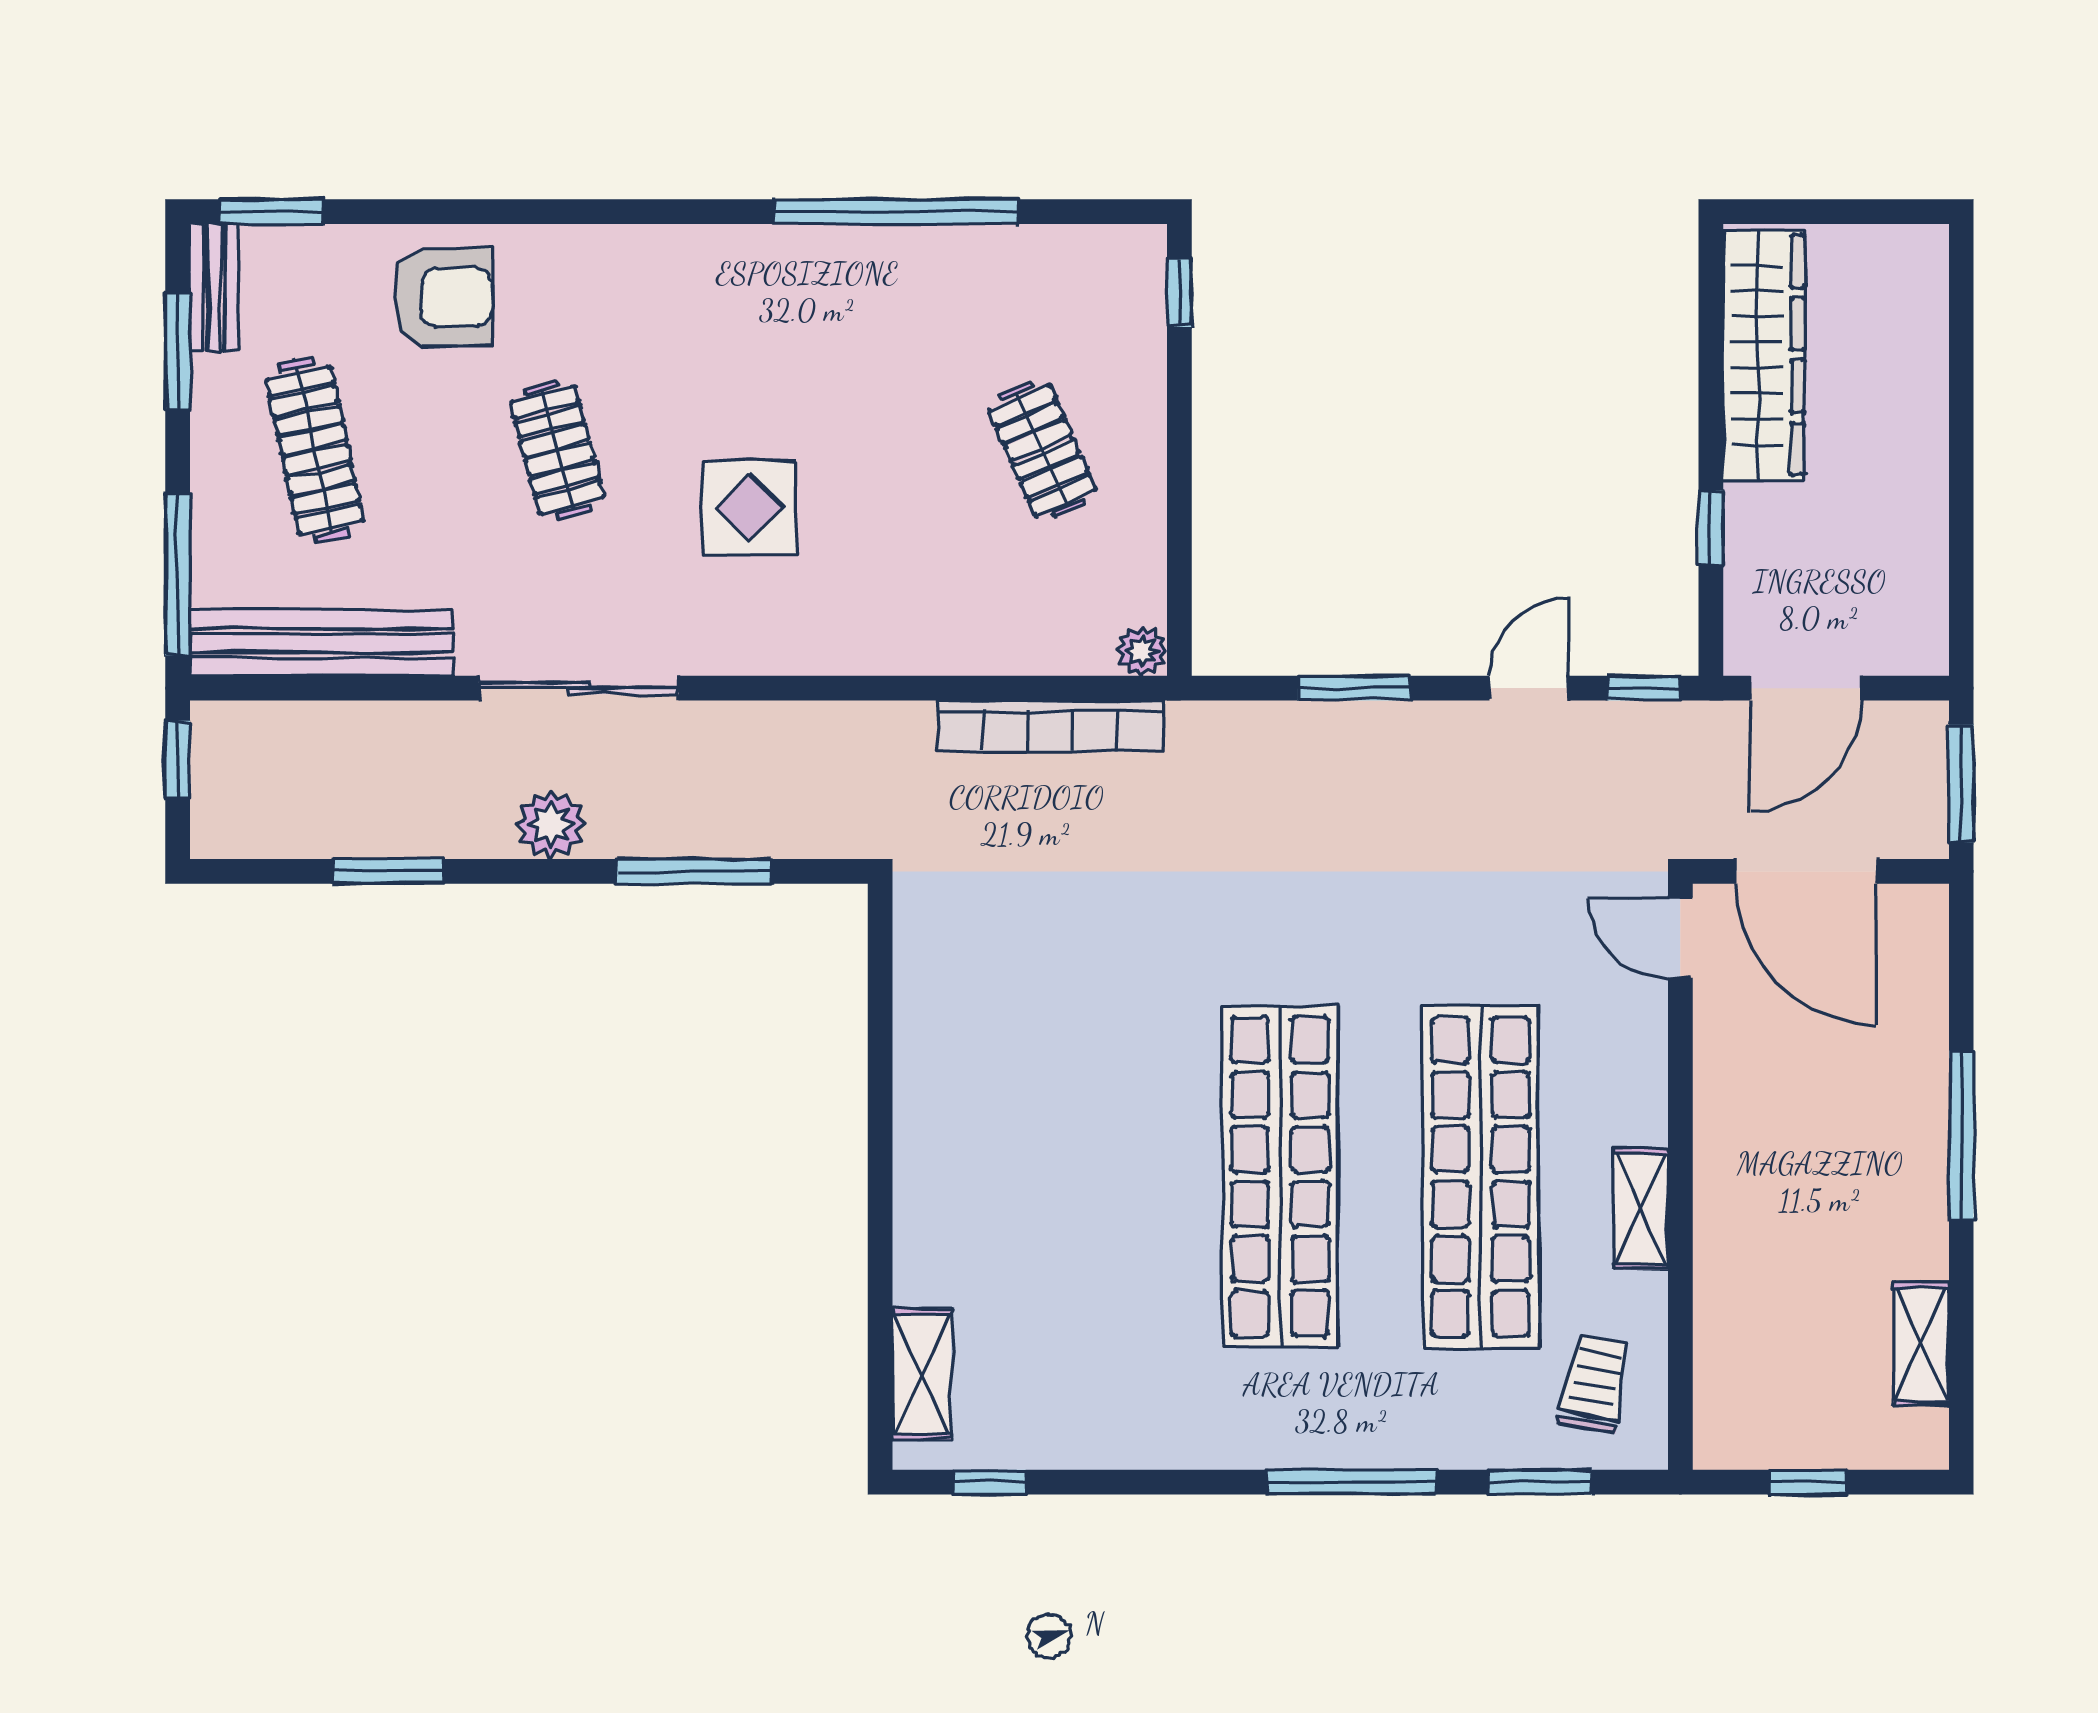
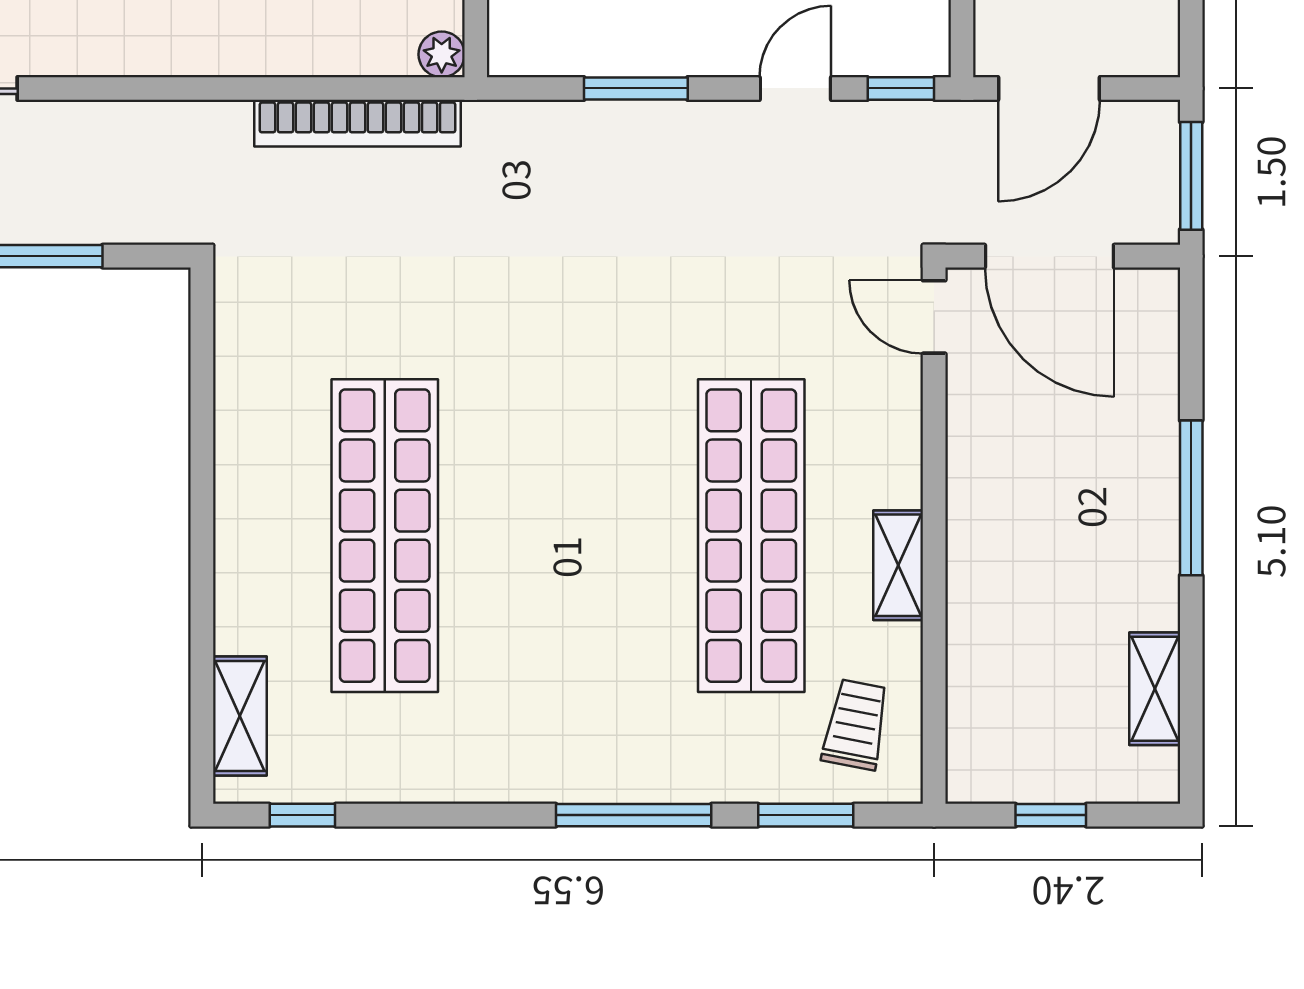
shop shelf: (1280, 1177) -> (385, 536), moved

